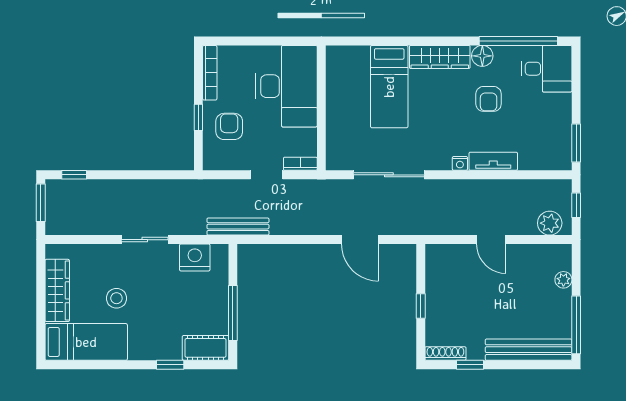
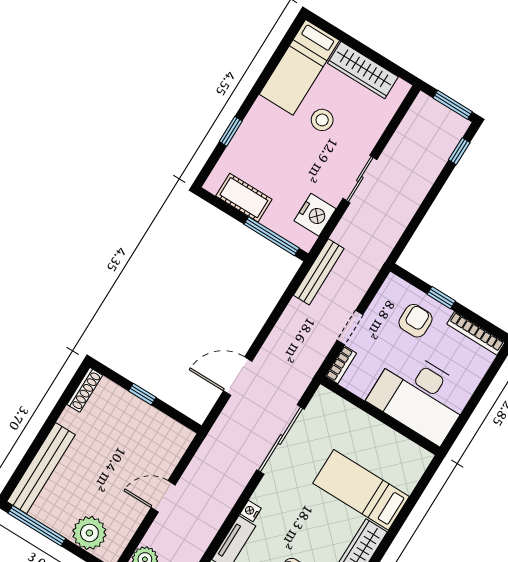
armchair: (229, 126) -> (415, 321), turned -90
plant: (563, 280) -> (89, 533), width x1.88, depth x1.88
window: (233, 313) -> (272, 236), moved
cot: (206, 348) -> (244, 198), moved, turned 90
window: (470, 365) -> (61, 406), removed

